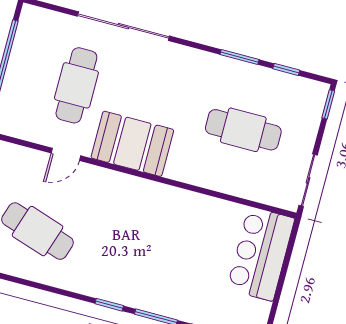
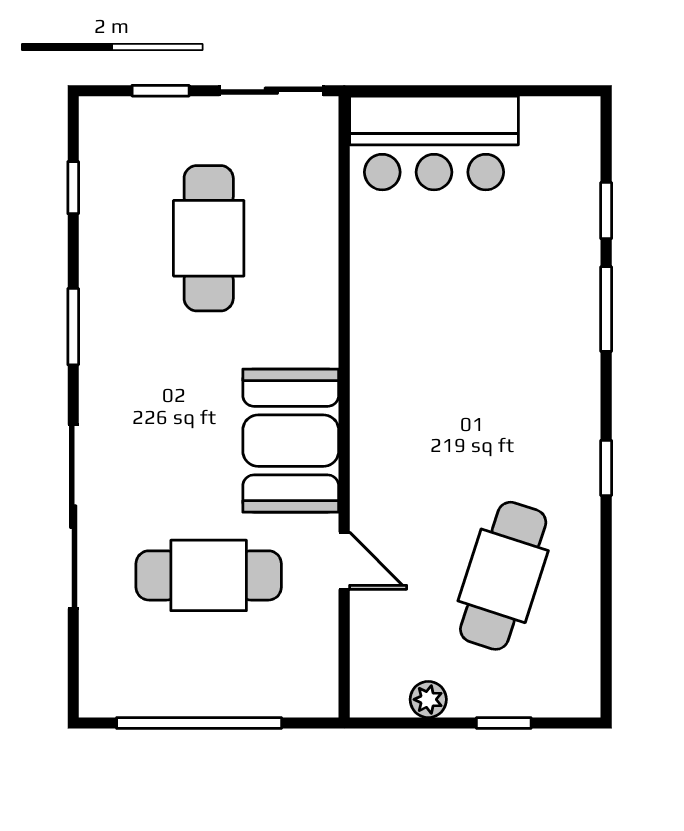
window: (240, 57) -> (73, 327), moved
window: (328, 104) -> (161, 91), moved
window: (109, 305) -> (606, 468), moved

